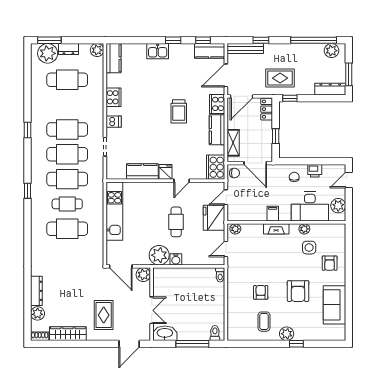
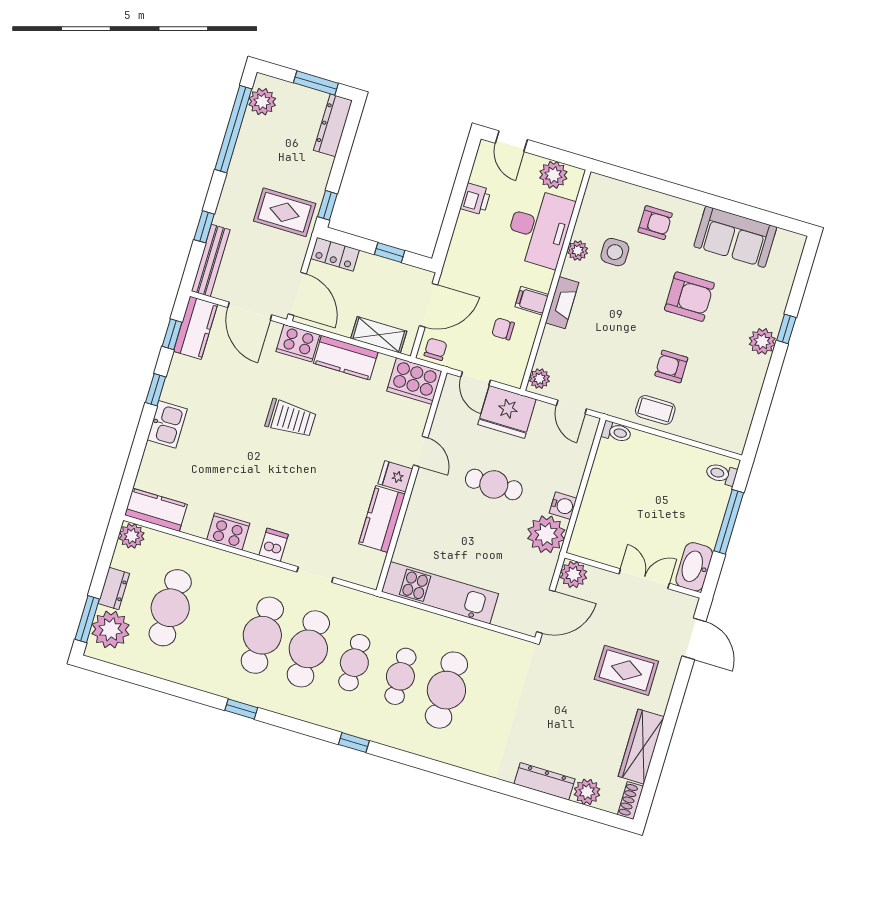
rug: (280, 78) -> (285, 212), turned 90
chair: (294, 177) -> (503, 329), moved
cafe table: (67, 179) -> (354, 663), width x0.73, depth x0.74
coffee table: (264, 322) -> (655, 410), moved

